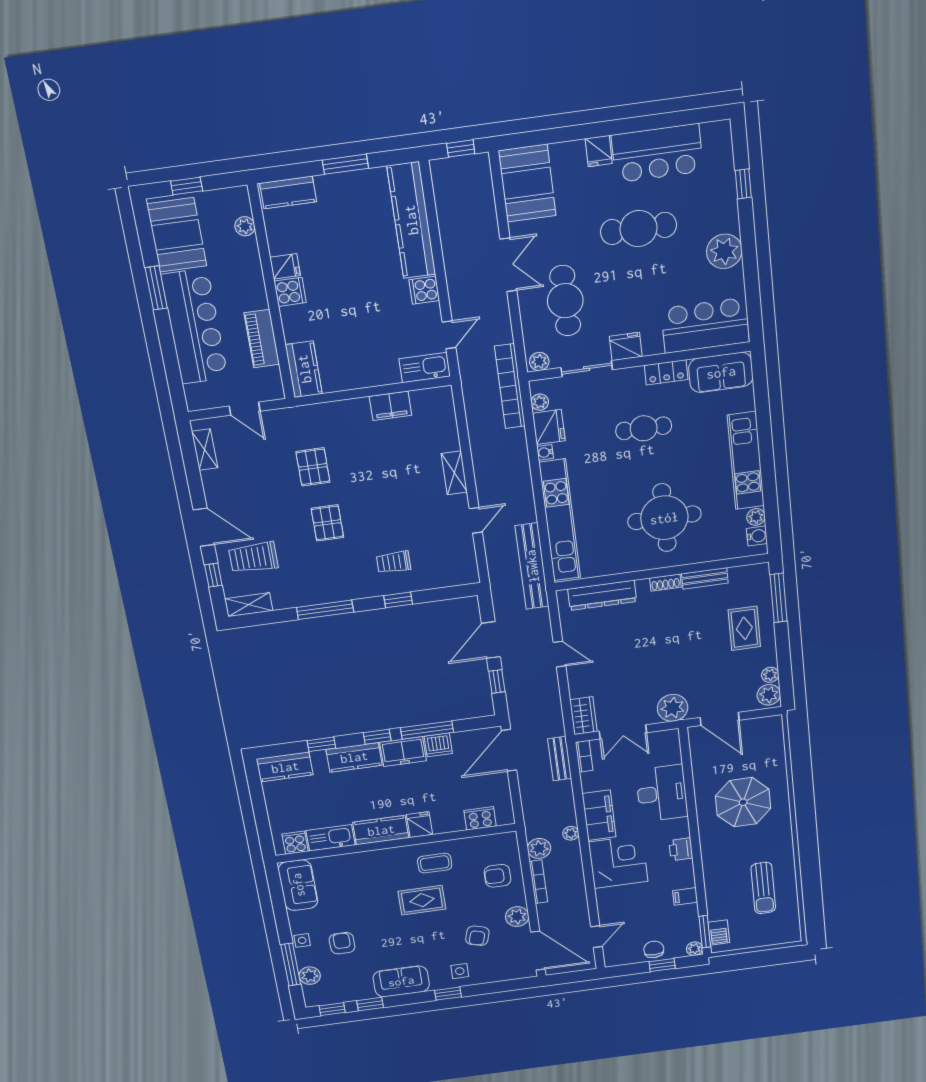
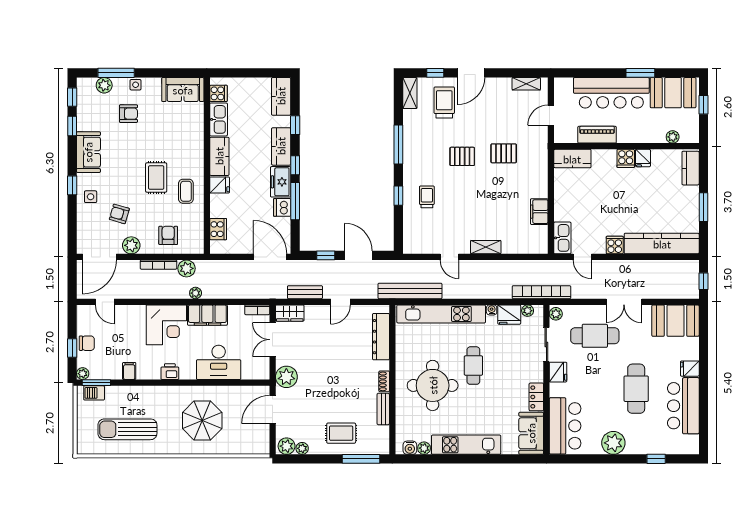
cafe table: (644, 428) -> (473, 366), moved
bench: (560, 759) -> (305, 292), moved
sun lounger: (763, 888) -> (127, 429), width x1.36, depth x1.34

